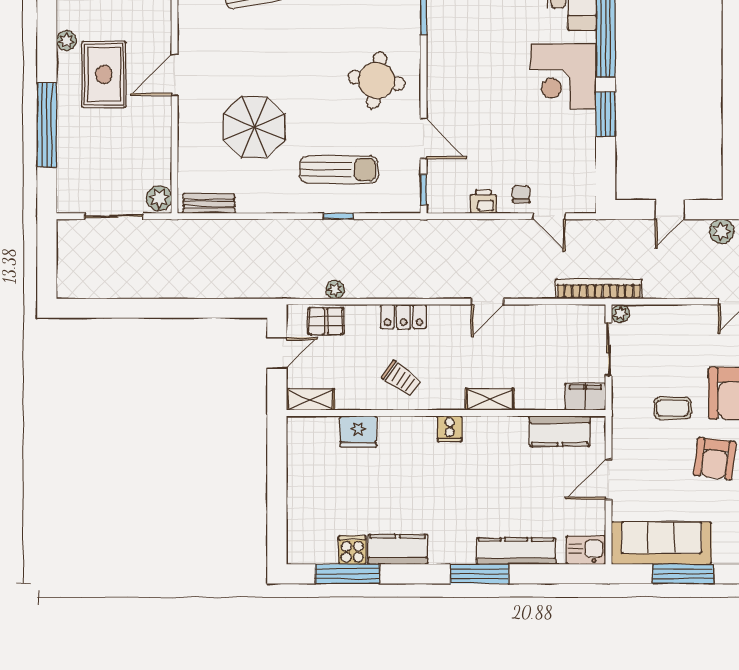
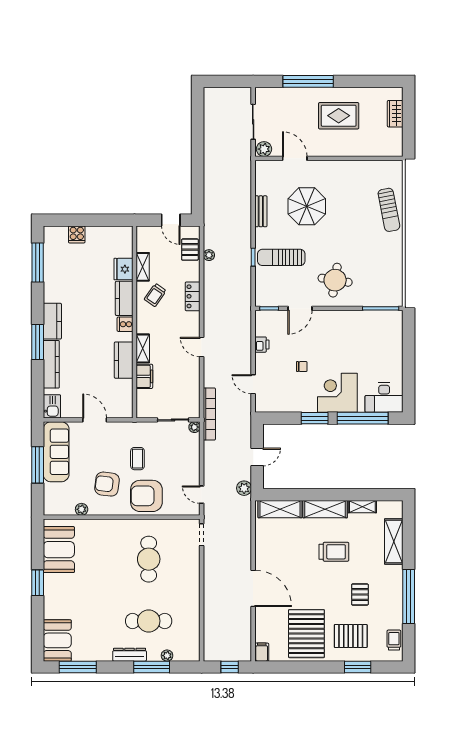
plant: (66, 41) -> (359, 93), removed
door: (175, 75) -> (295, 158), moved
sun lounger: (339, 170) -> (281, 257), turned 90
chair: (521, 194) -> (302, 367), moved
bench: (209, 203) -> (261, 211), moved
door: (670, 210) -> (257, 457), swing flipped
door: (549, 216) -> (253, 384), hinge flipped
filing cabinet: (585, 397) -> (144, 376), moved
shelving: (310, 399) -> (143, 267), moved
kitchen counter: (407, 430) -> (124, 298), added
kitchen counter: (560, 431) -> (124, 360), moved
kitchen counter: (398, 549) -> (52, 321), moved
cooker: (352, 550) -> (77, 234), moved, turned 90

